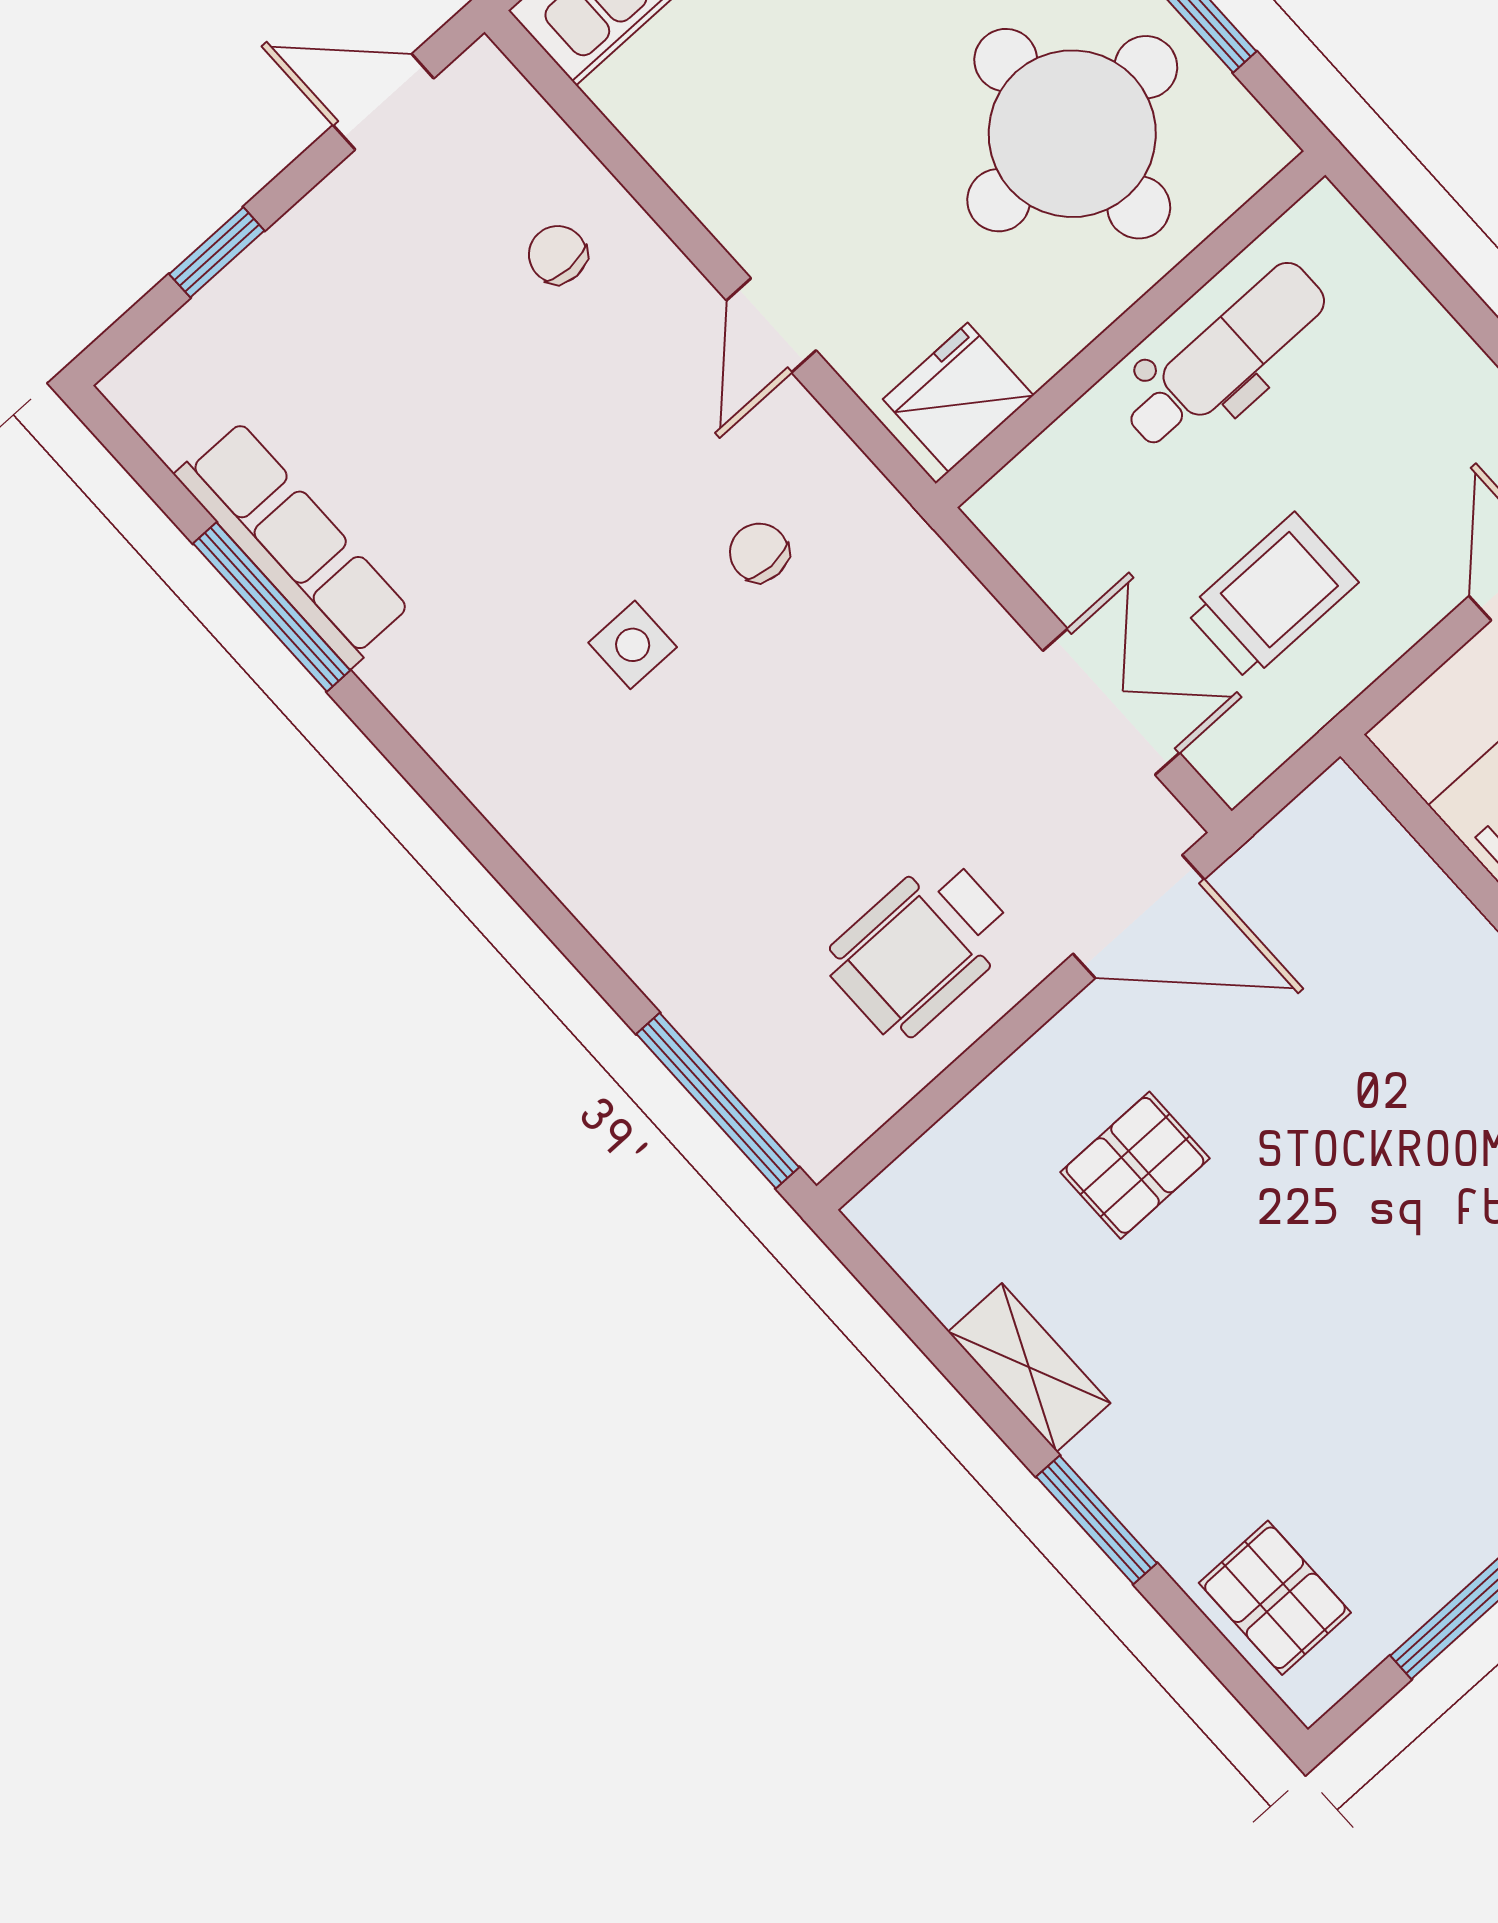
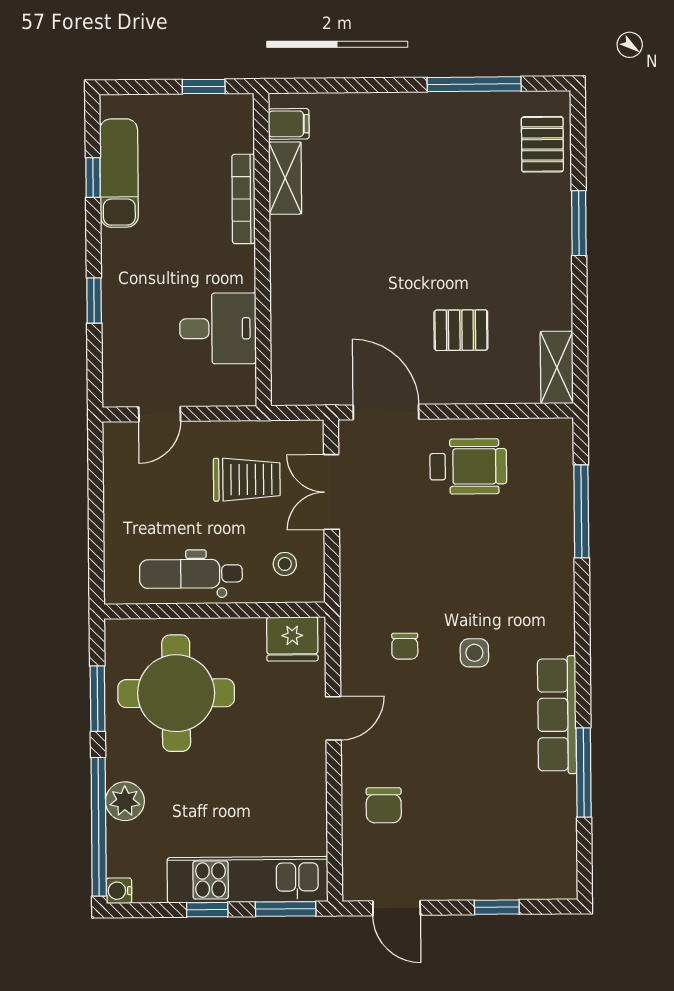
chair: (558, 255) -> (384, 805), width x1.37, depth x1.37
stool: (1082, 512) -> (285, 564), added
row of seats: (293, 543) -> (557, 715), moved
trolley: (1272, 597) -> (247, 479), turned 180
window: (718, 1101) -> (581, 511), moved
shelving: (1029, 1367) -> (557, 367), moved

